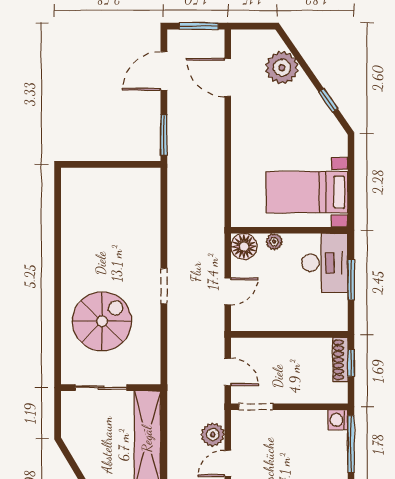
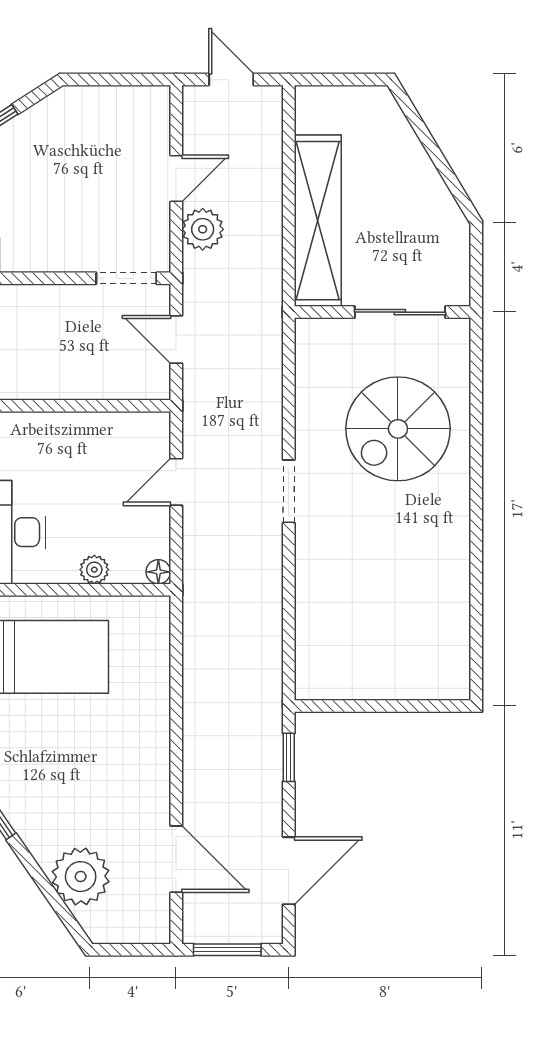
window: (164, 135) -> (289, 757), width x0.67
floor lamp: (244, 247) -> (158, 572), width x0.53, depth x0.53

